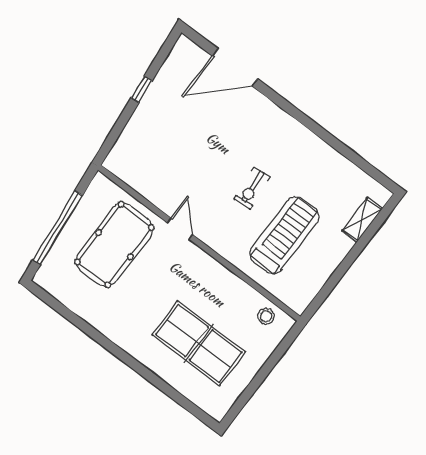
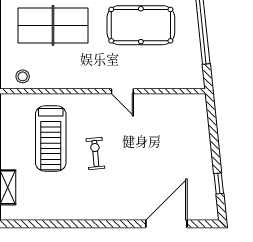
window: (142, 89) -> (219, 184), moved
pool table: (114, 245) -> (141, 25), moved, turned 90

